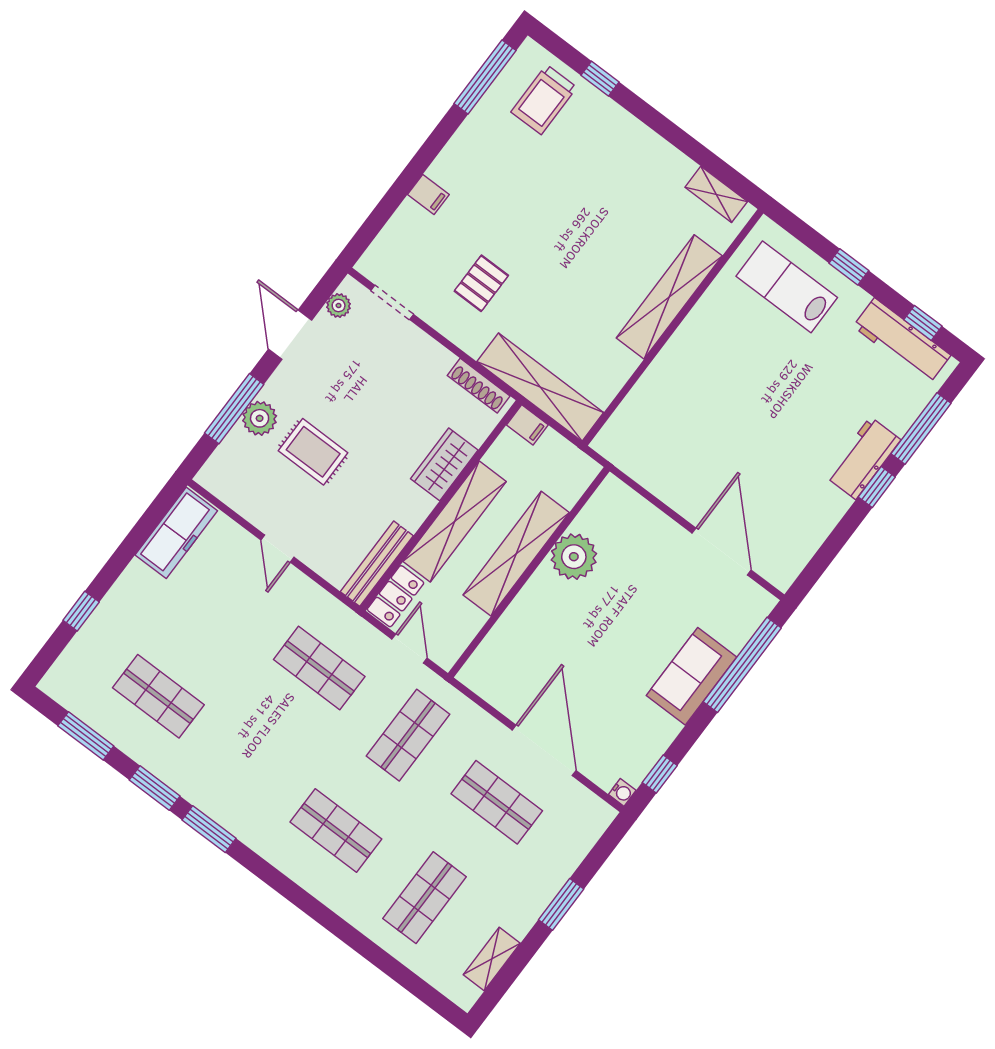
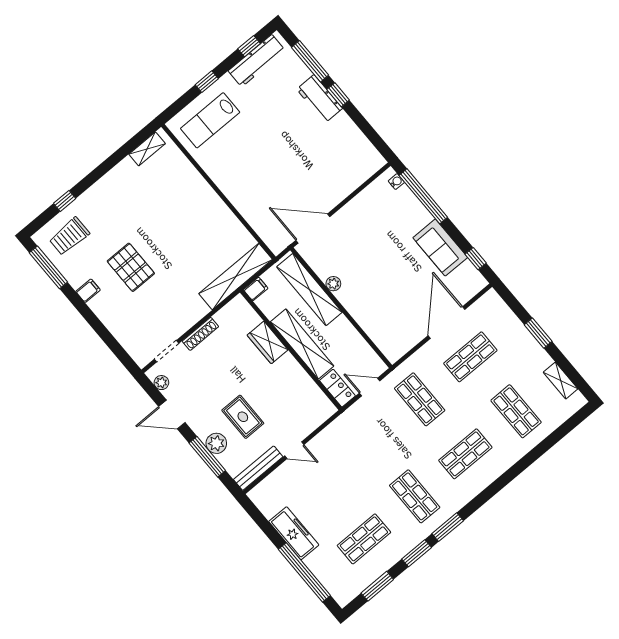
trolley: (544, 100) -> (69, 236), turned 90
filing cabinet: (428, 195) -> (88, 291), moved
pallet: (481, 283) -> (131, 267), moved, width x1.50, depth x1.42
shelving: (669, 297) -> (200, 190), removed
shoe rack: (479, 386) -> (200, 334), moved
rug: (313, 452) -> (243, 417), turned 90
freezer: (176, 533) -> (294, 533), moved
door: (722, 551) -> (313, 228), moved
shelving: (516, 554) -> (309, 290), moved
plant: (574, 557) -> (333, 284), width x0.53, depth x0.53
bench: (377, 564) -> (258, 468), moved, turned 90
window: (81, 611) -> (304, 572), width x3.17
shop shelf: (319, 668) -> (415, 496), moved, turned 90
sofa: (691, 676) -> (440, 248), moved
door: (544, 750) -> (446, 323), hinge flipped
water cooler: (622, 792) -> (396, 182), moved

